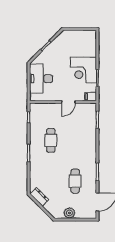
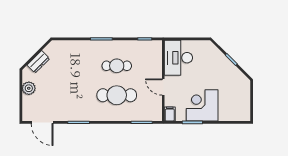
desk: (41, 79) -> (178, 58), moved, turned -90
cafe table: (75, 181) -> (117, 95), moved, width x1.37, depth x1.35
dresser: (39, 197) -> (38, 62), moved

